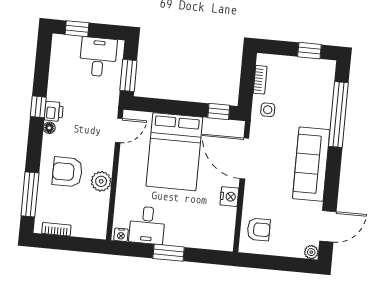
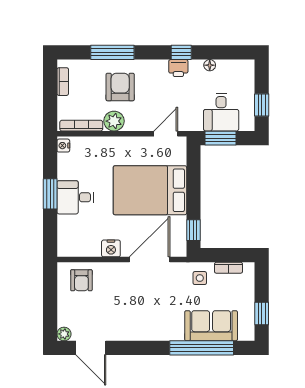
window: (77, 29) -> (262, 105), moved
desk: (98, 57) -> (221, 112), moved, turned 90
floor lamp: (49, 128) -> (210, 65), moved
door: (119, 130) -> (166, 134), swing flipped
sofa: (311, 164) -> (211, 326), moved, width x0.73
window: (30, 194) -> (112, 52), moved
bookcase: (103, 215) -> (81, 126), added
desk: (147, 225) -> (75, 197), moved

